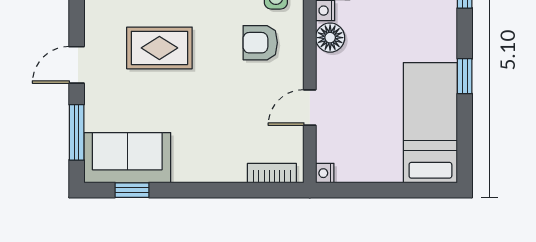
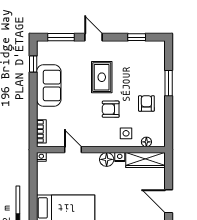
armchair: (260, 43) -> (111, 109), moved, turned -90
sofa: (127, 158) -> (49, 85), moved

